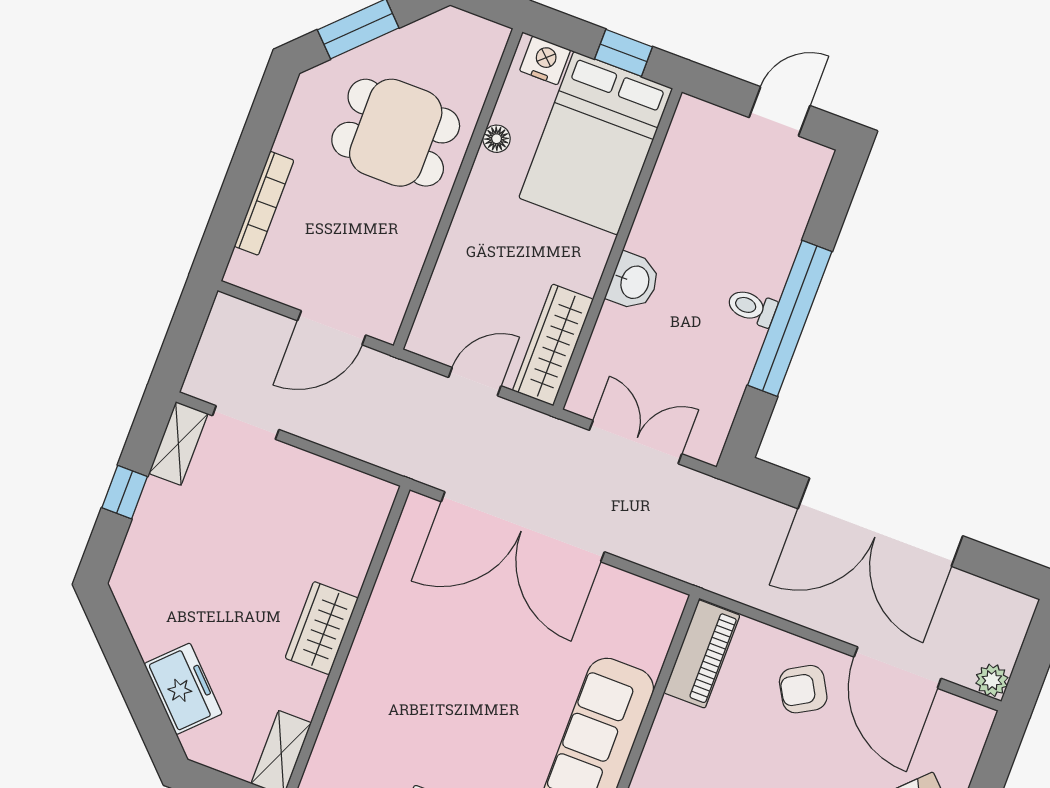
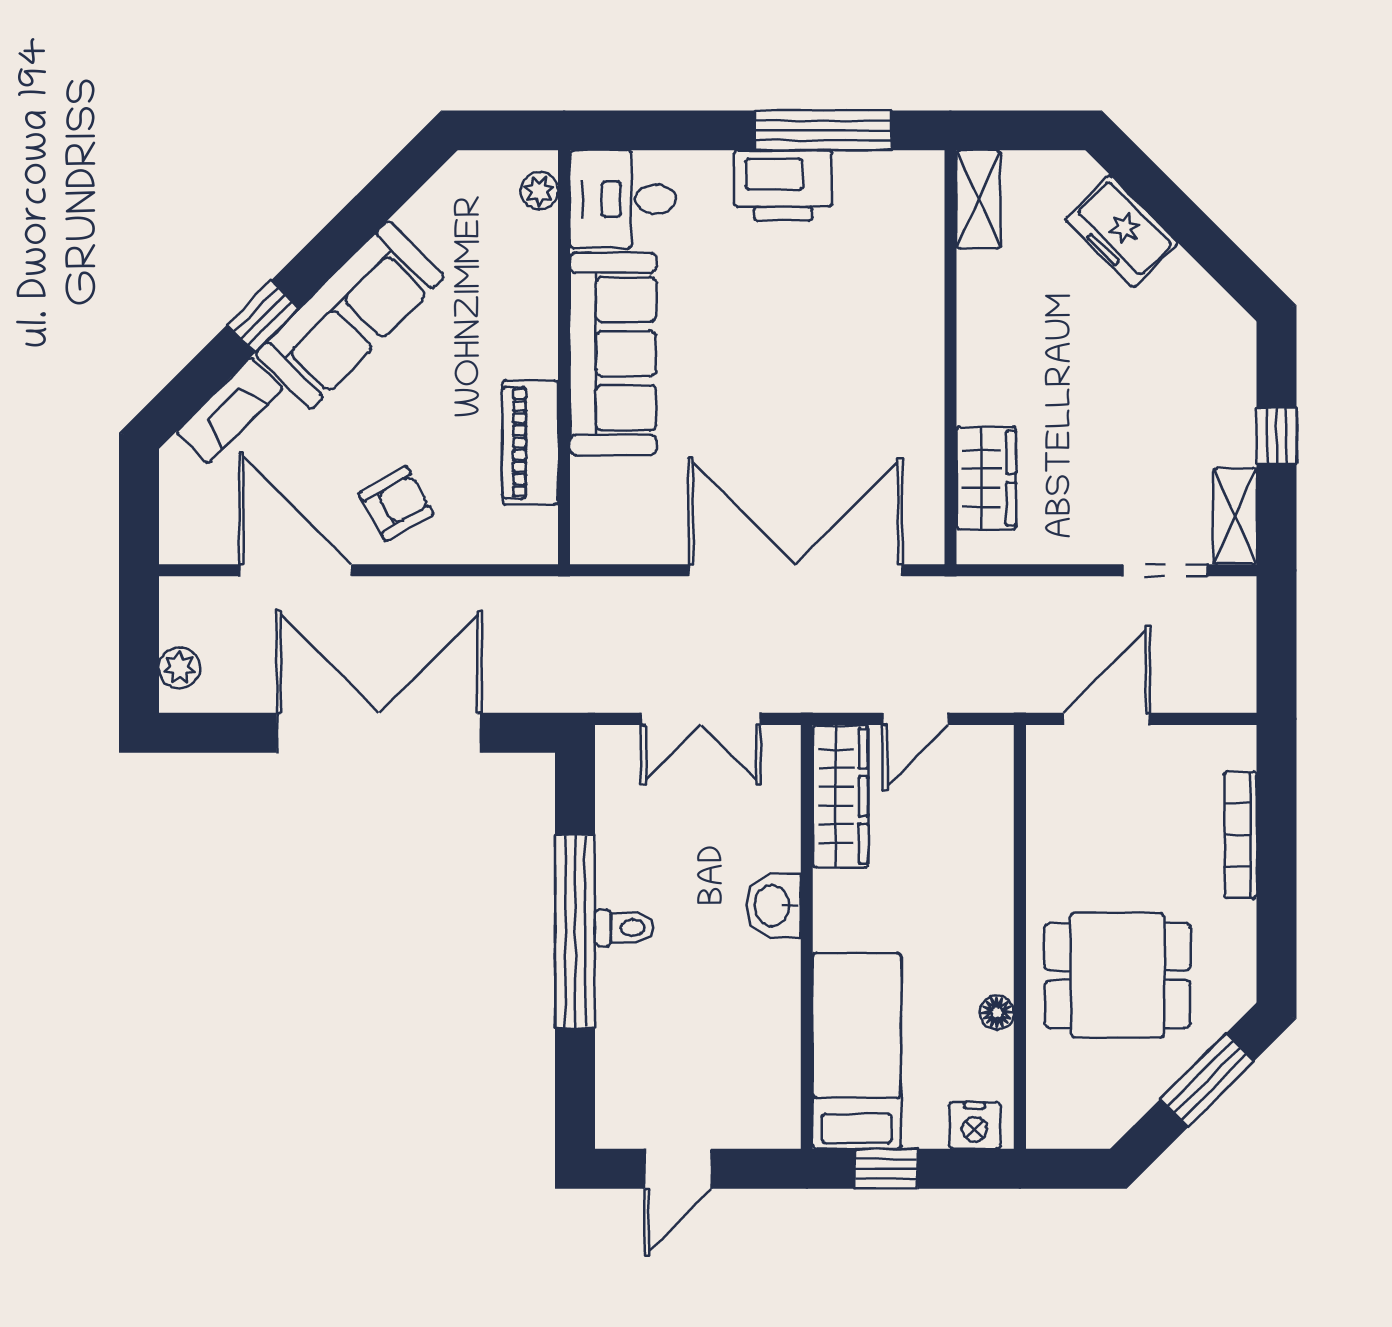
bed: (596, 143) -> (857, 1051), width x0.67
wardrobe: (322, 628) -> (986, 478), moved
piano: (702, 654) -> (530, 443), moved
plant: (992, 680) -> (179, 668), moved

